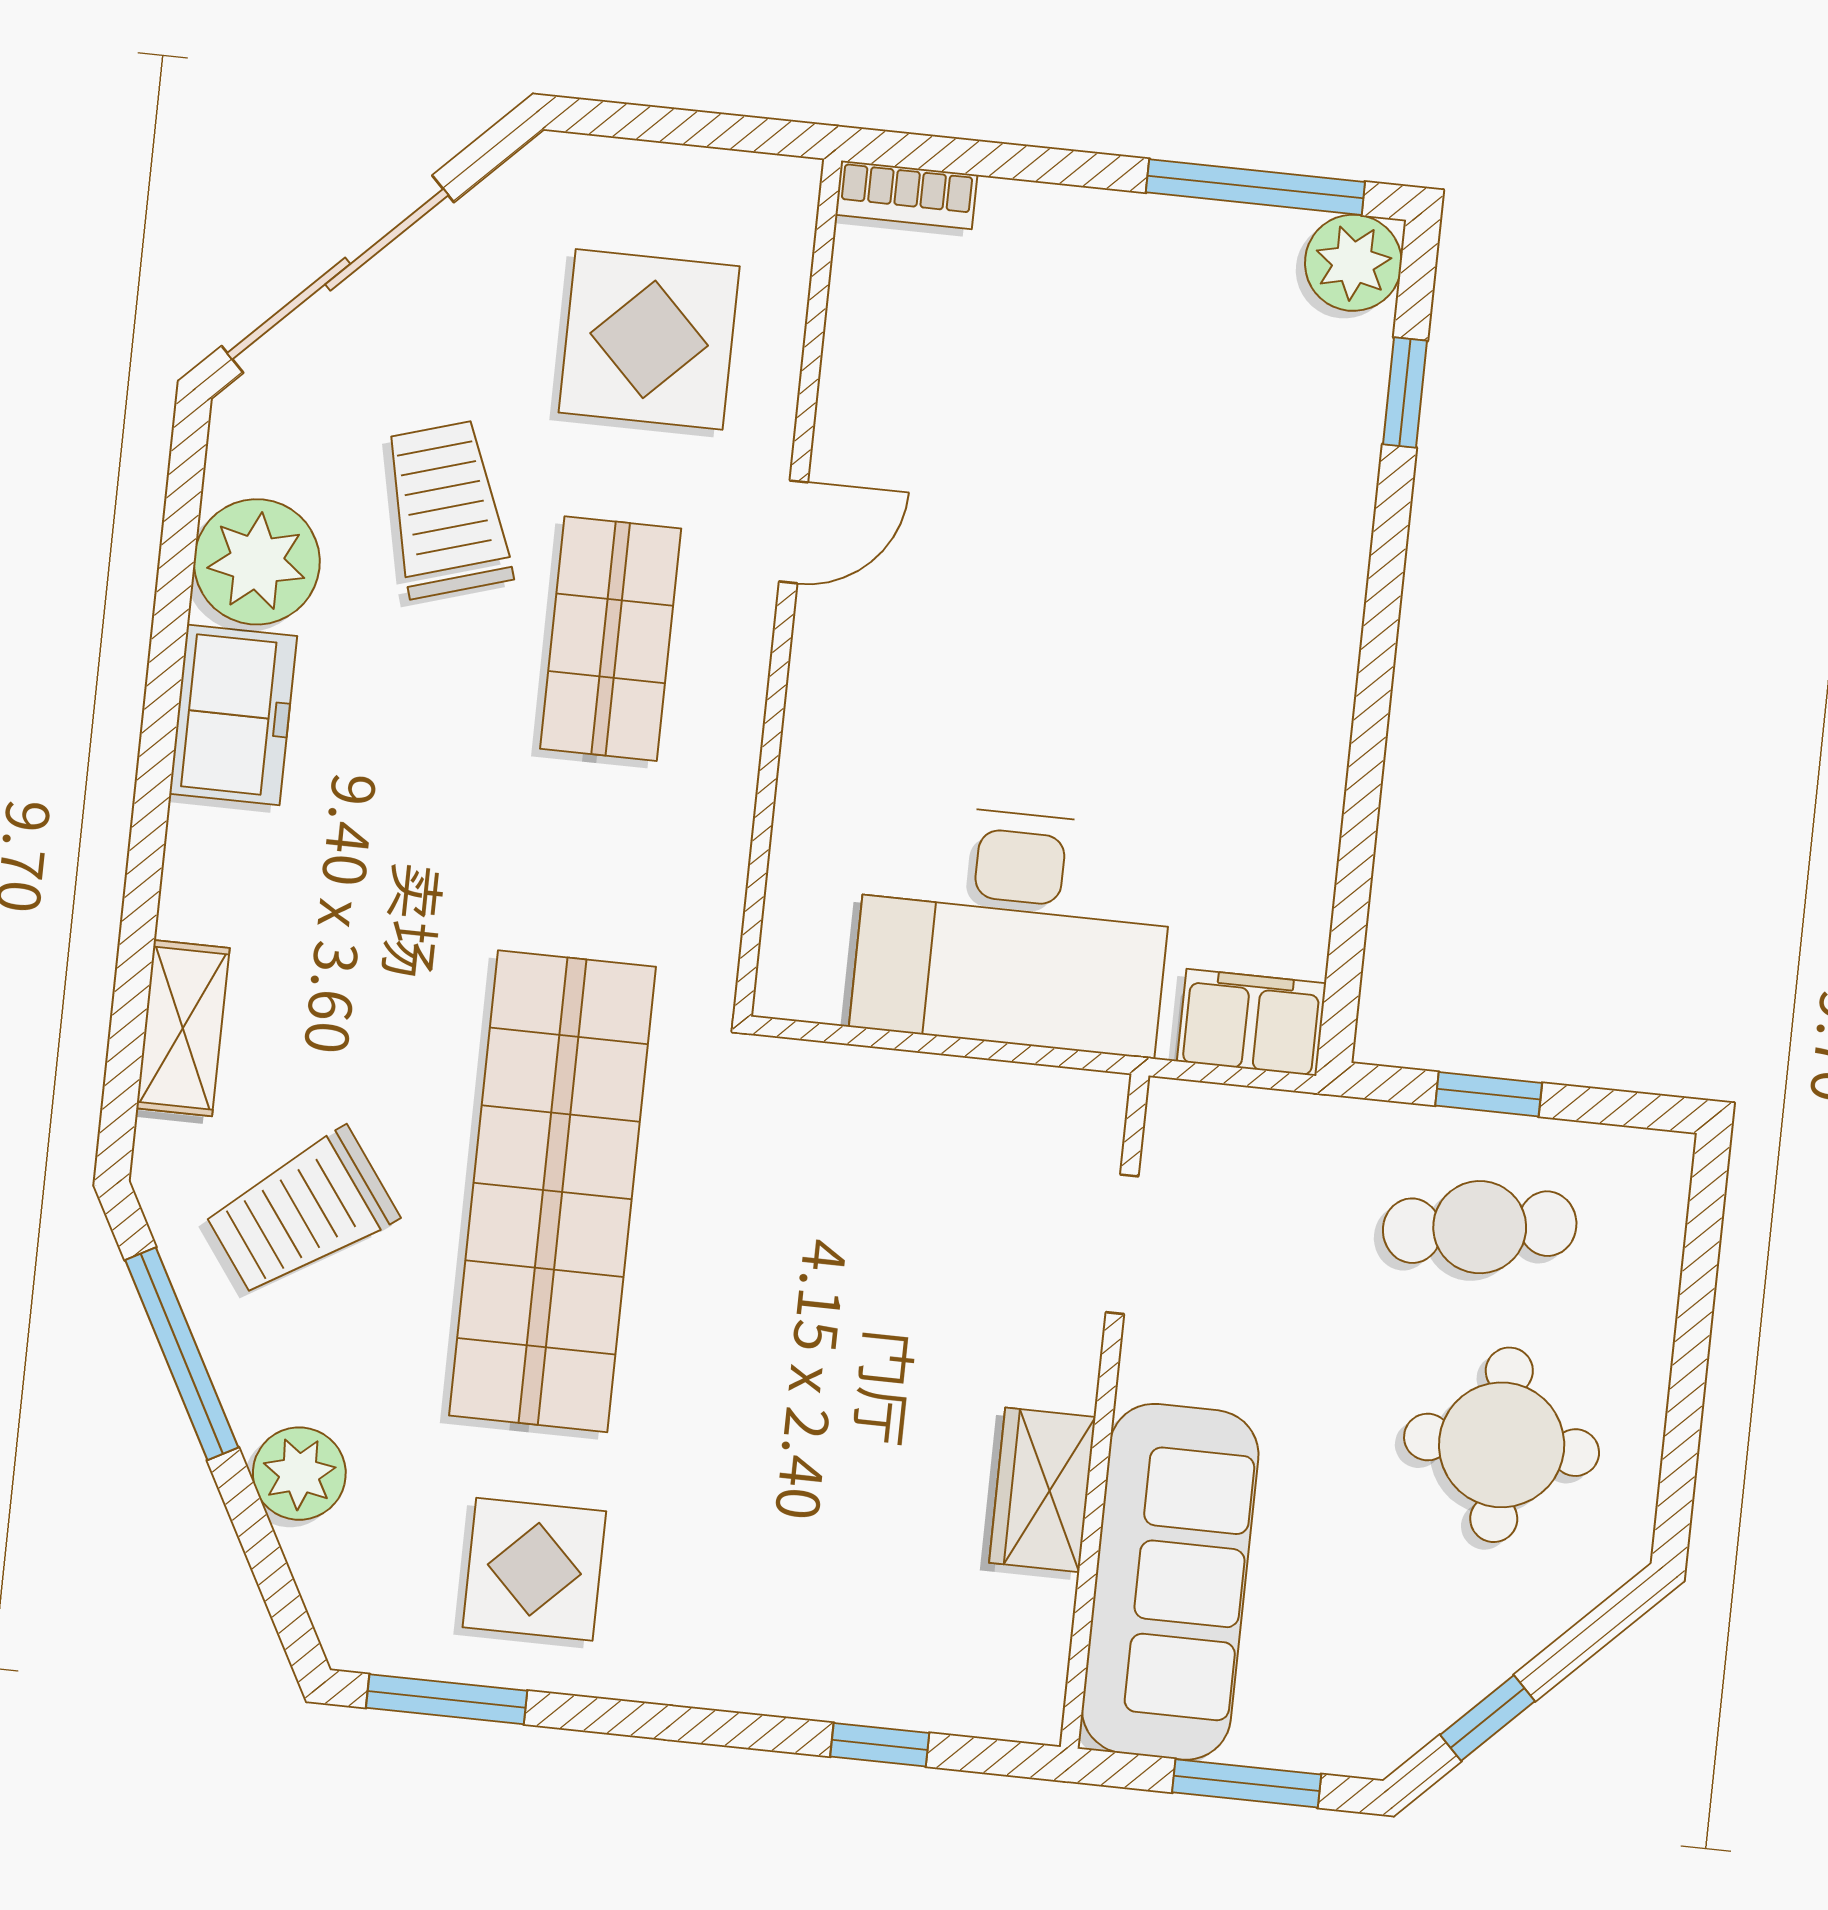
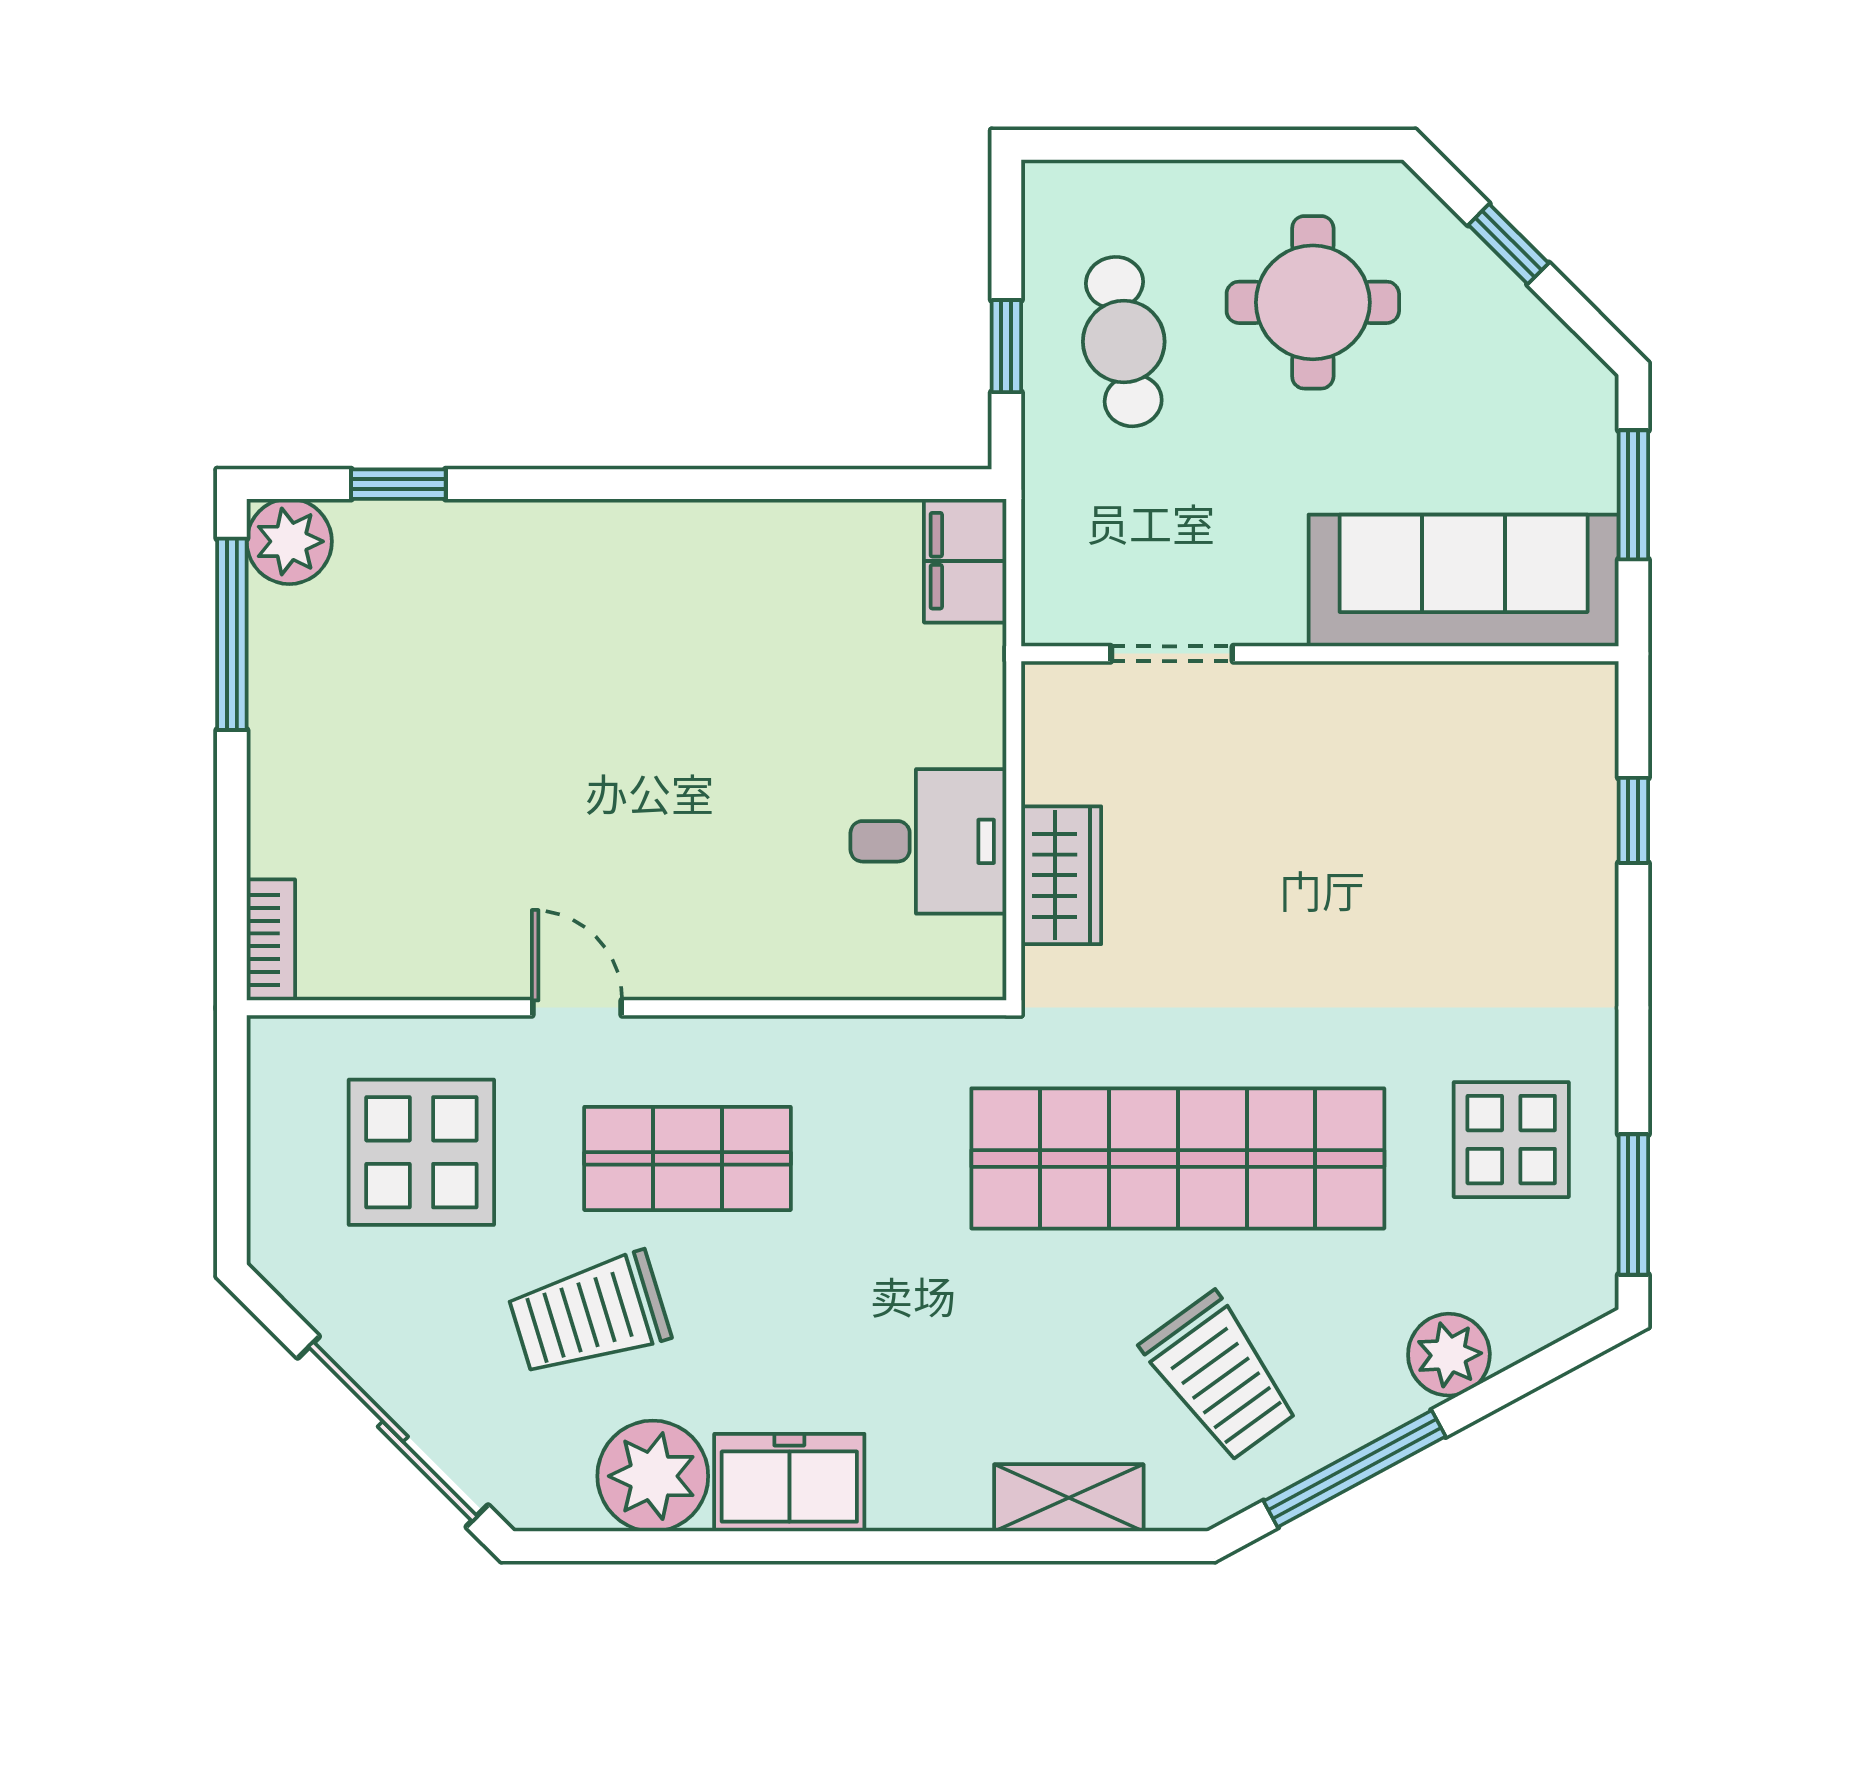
desk: (1013, 929) -> (928, 841), width x0.53, depth x0.77
wardrobe: (1042, 1490) -> (1061, 875), moved, turned -90
window: (1488, 1718) -> (1508, 244), moved

